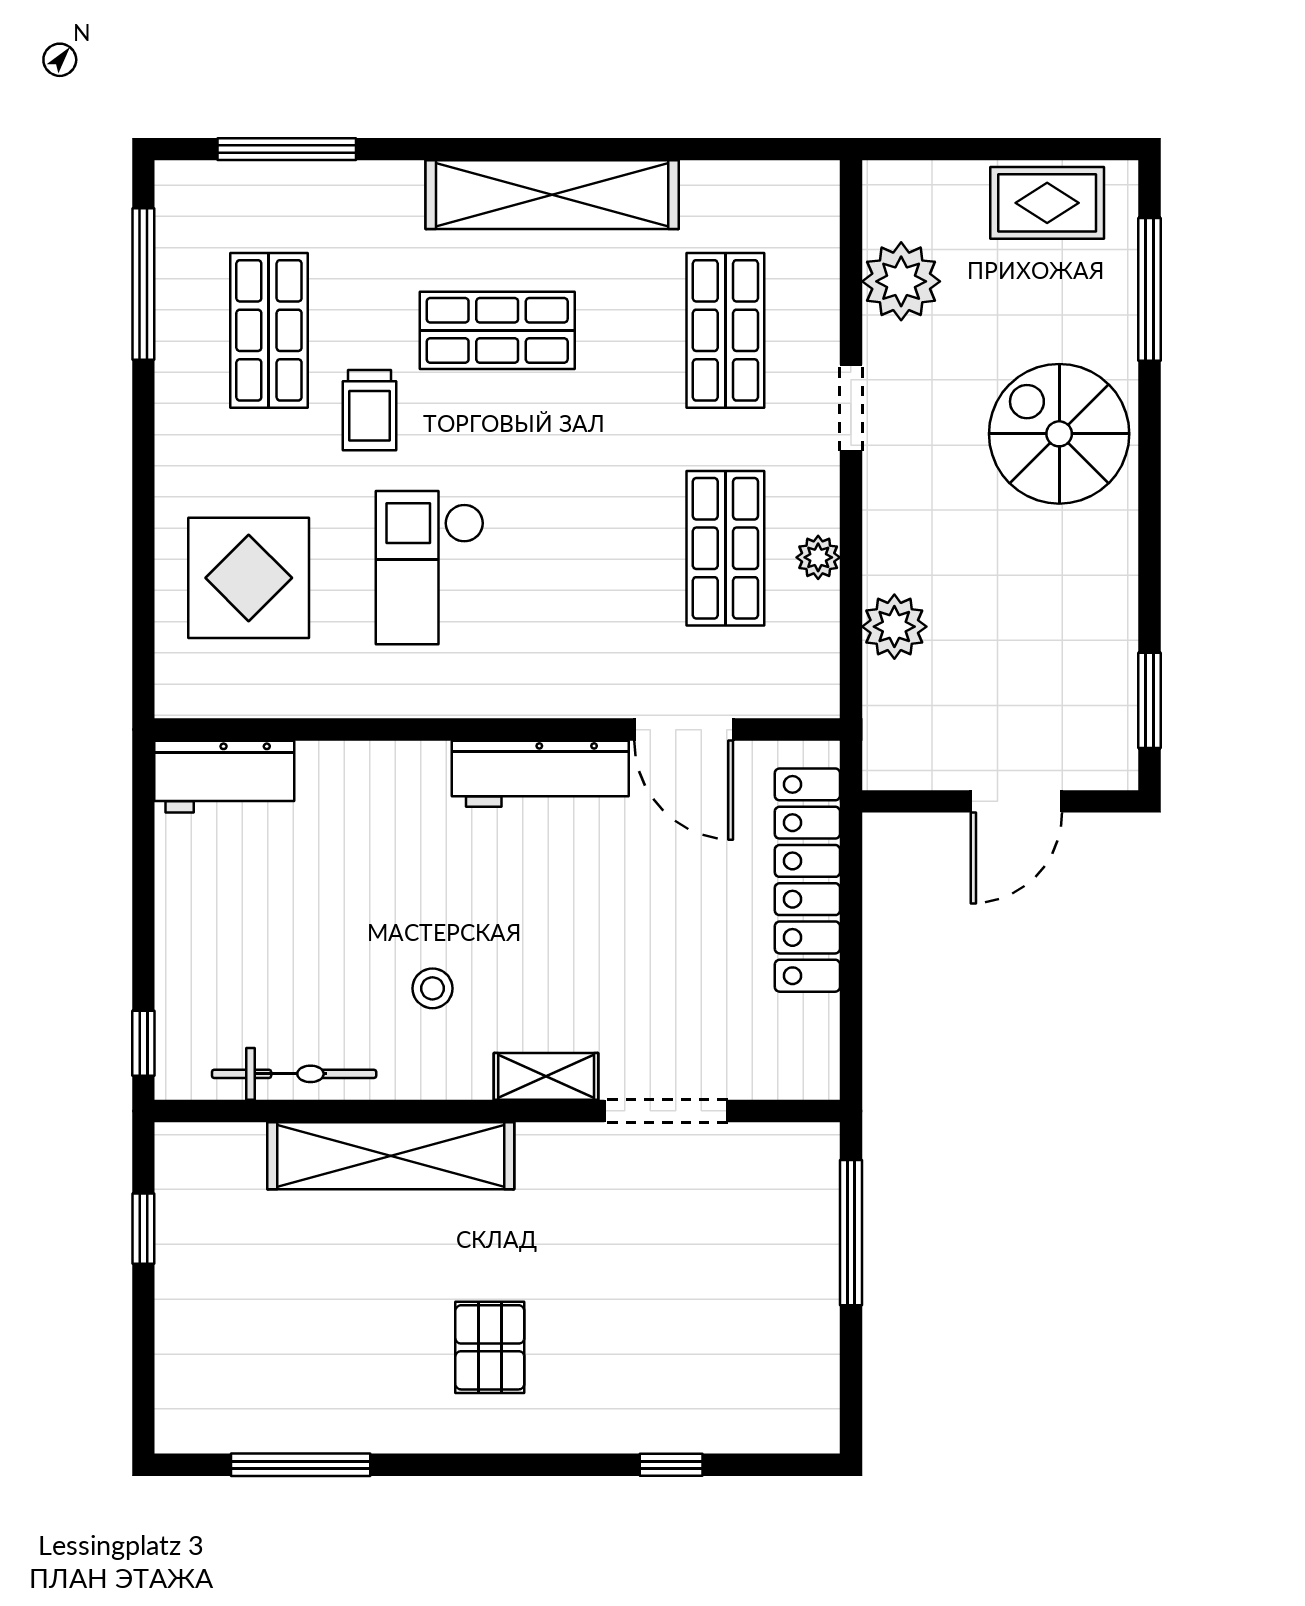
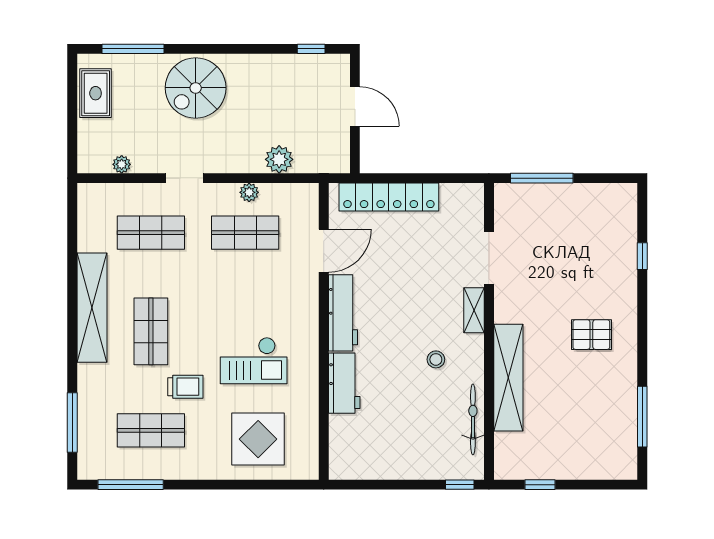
plant: (901, 281) -> (122, 164), width x0.53, depth x0.53
window: (1149, 700) -> (311, 49), width x0.67
workbench: (224, 777) -> (344, 383), moved

